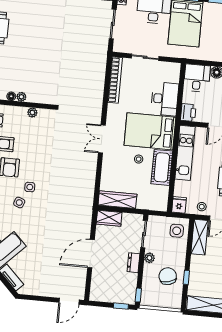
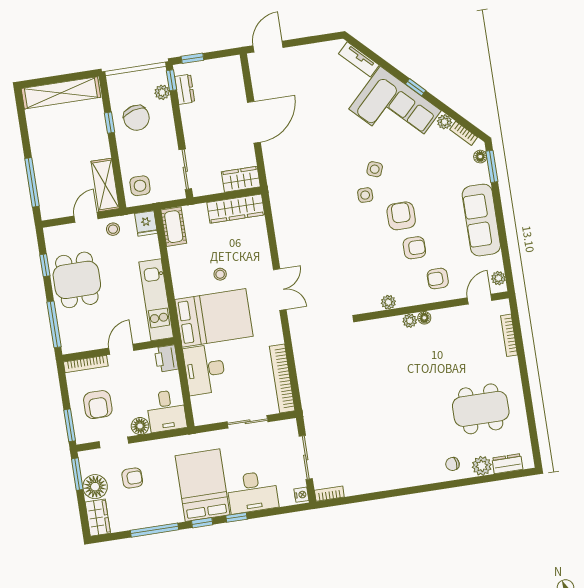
cot: (162, 167) -> (174, 227), moved, width x0.73, depth x0.75
plant: (149, 258) -> (162, 92), moved
dresser: (133, 263) -> (185, 89), moved

